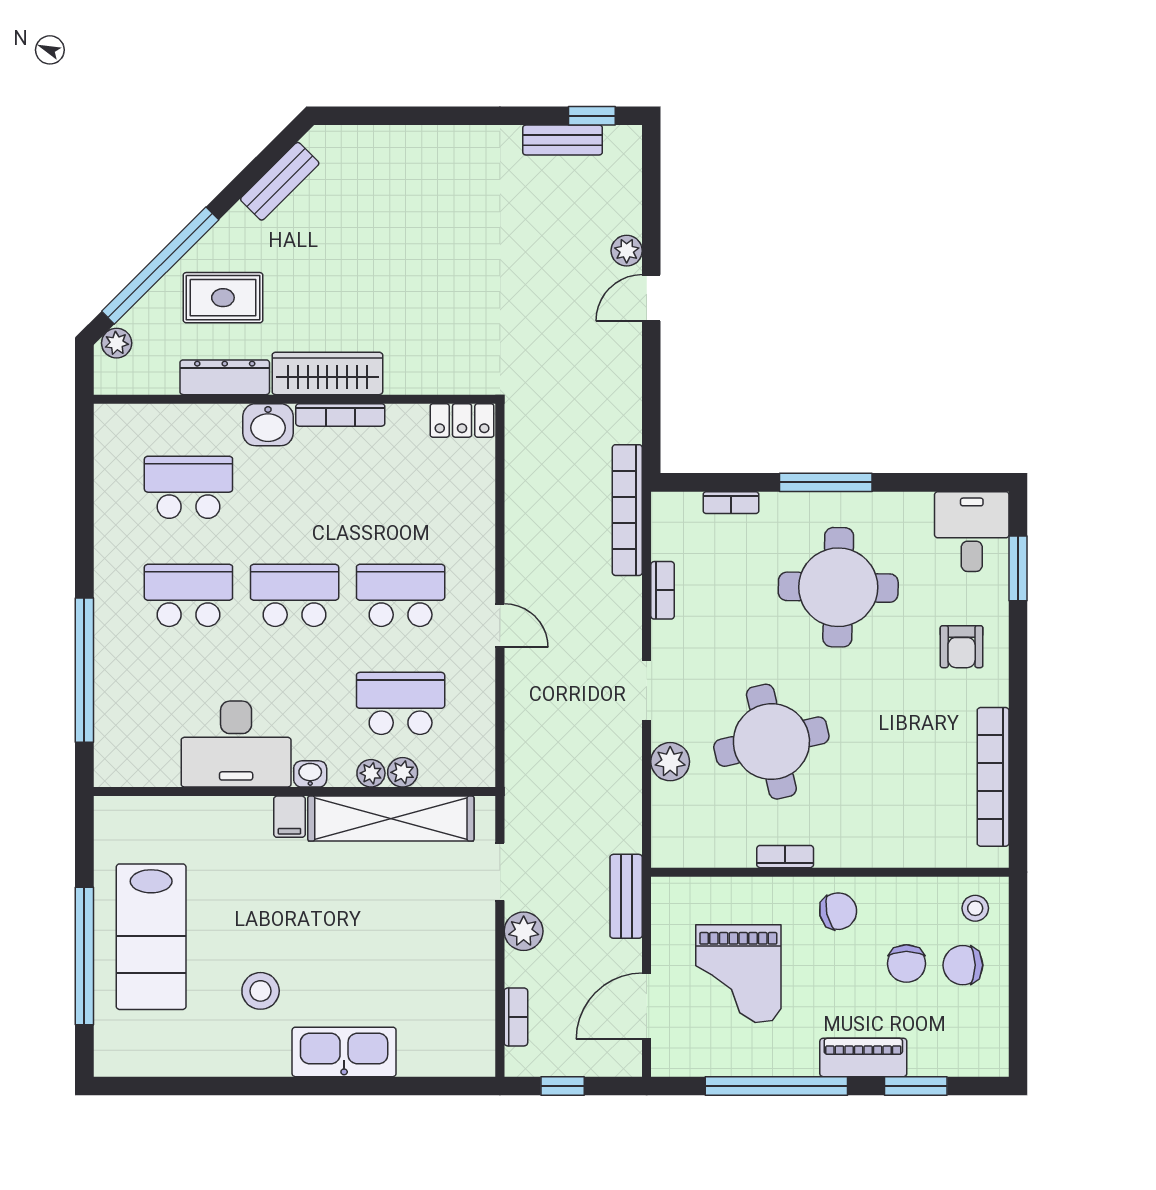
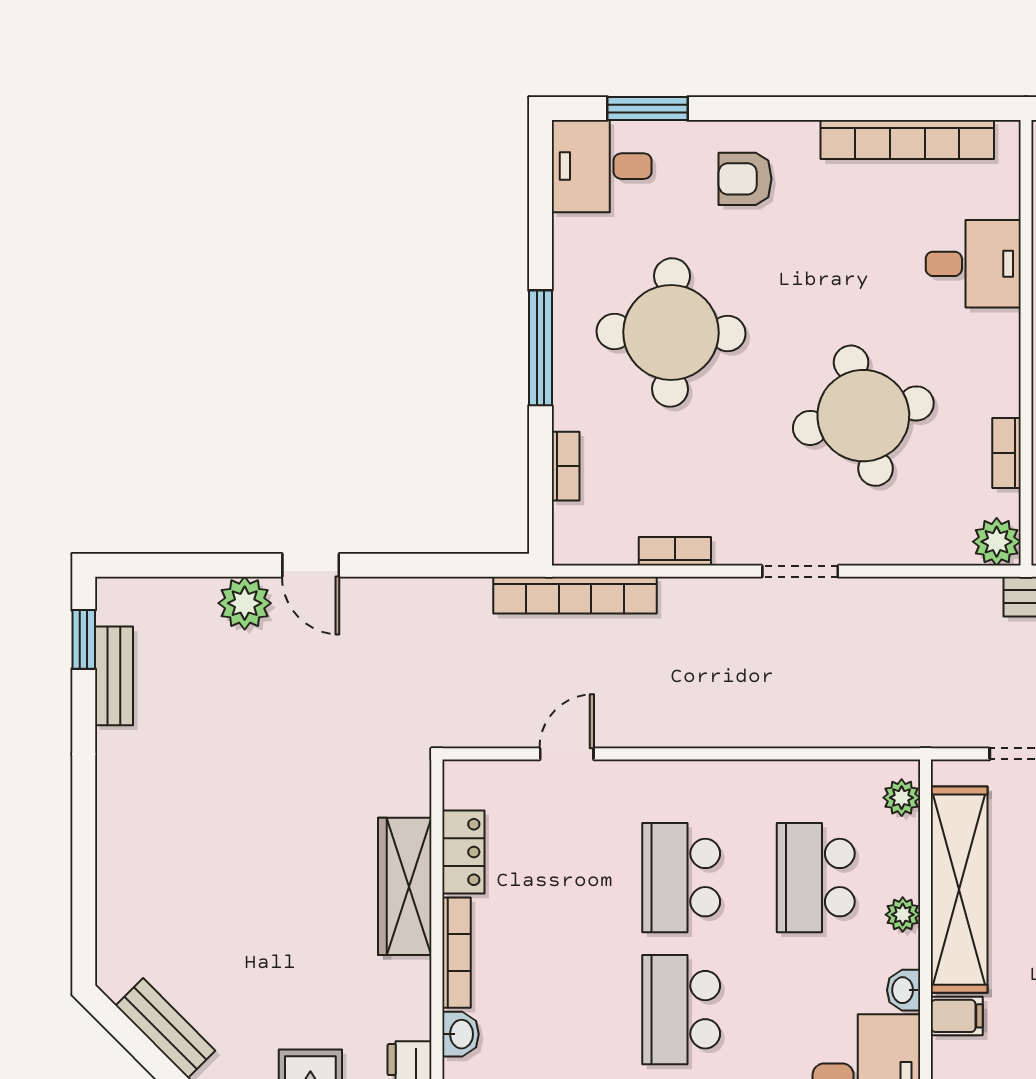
plant: (627, 251) -> (245, 603), width x1.38, depth x1.38
wardrobe: (327, 373) -> (405, 886), moved
locker: (462, 420) -> (463, 852), moved
washbasin: (268, 425) -> (460, 1034), width x0.72, depth x0.69
door: (500, 626) -> (567, 754), moved
armchair: (962, 647) -> (745, 179), turned 180
plant: (670, 762) -> (997, 542), moved
plant: (403, 772) -> (902, 798), moved
desk: (893, 830) -> (973, 264), added
bookcase: (785, 857) -> (1006, 453), moved

